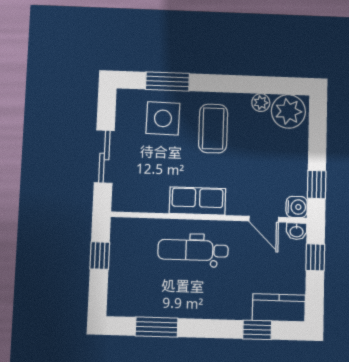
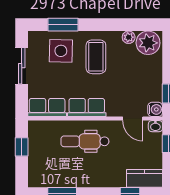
sliding door: (104, 157) -> (22, 66), moved
row of seats: (140, 199) -> (47, 108), added

